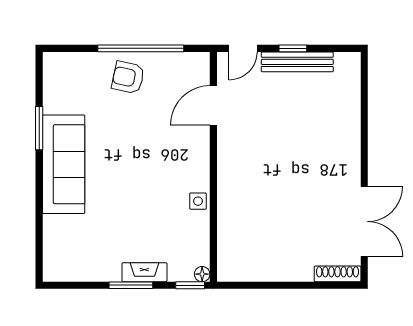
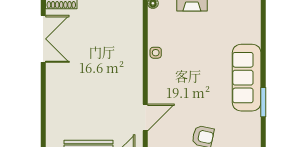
double door: (364, 221) -> (43, 39), swing flipped

